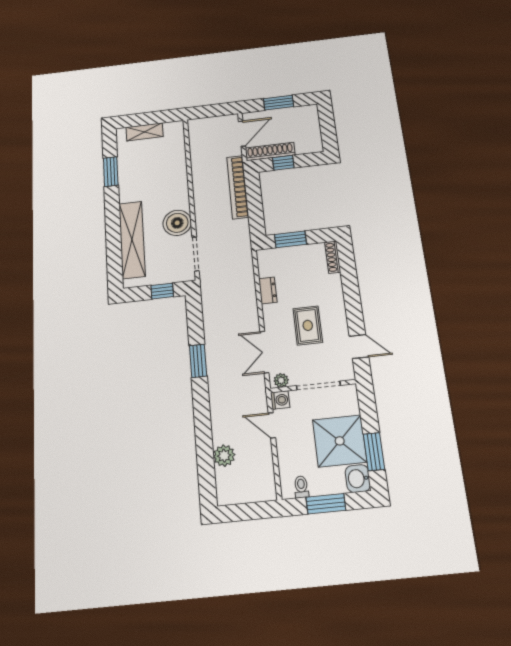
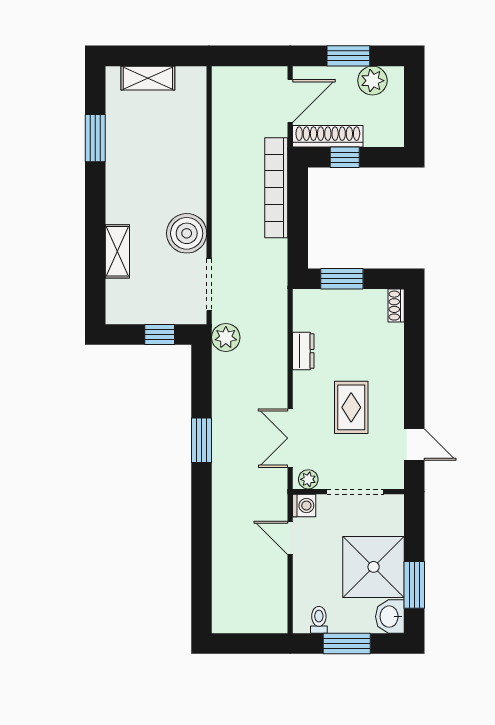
plant: (297, 115) -> (372, 81), added
shelving: (132, 240) -> (117, 251), width x0.45, depth x0.75
shoe rack: (333, 257) -> (396, 306), width x0.70
plant: (224, 456) -> (226, 337), moved

